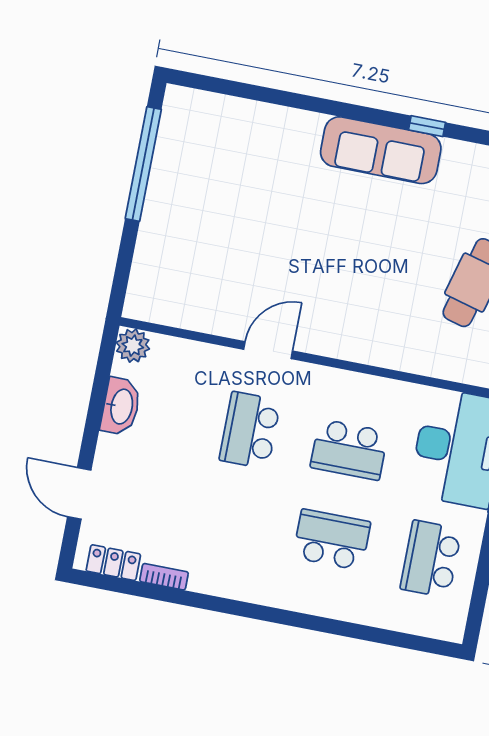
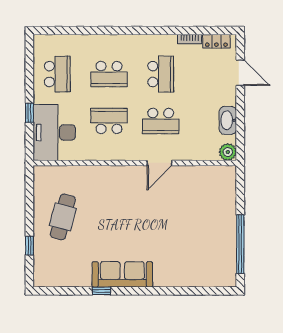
school desk: (250, 430) -> (161, 121), turned 90
school desk: (232, 520) -> (161, 74), added

